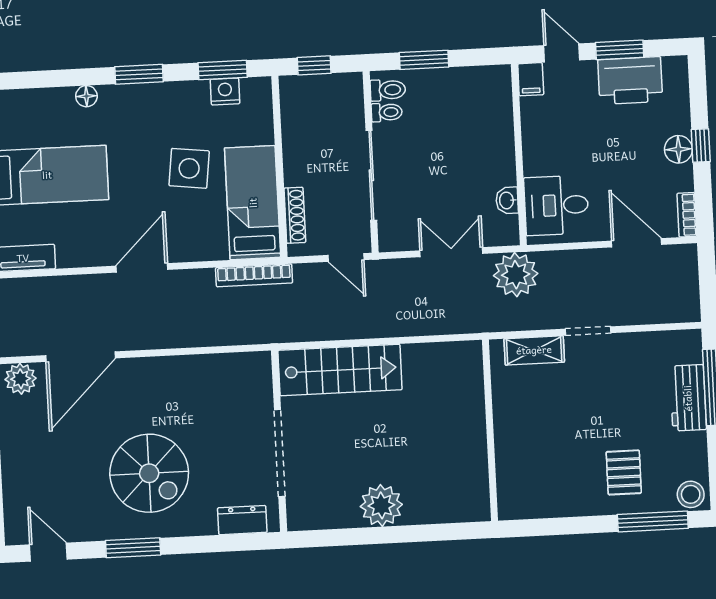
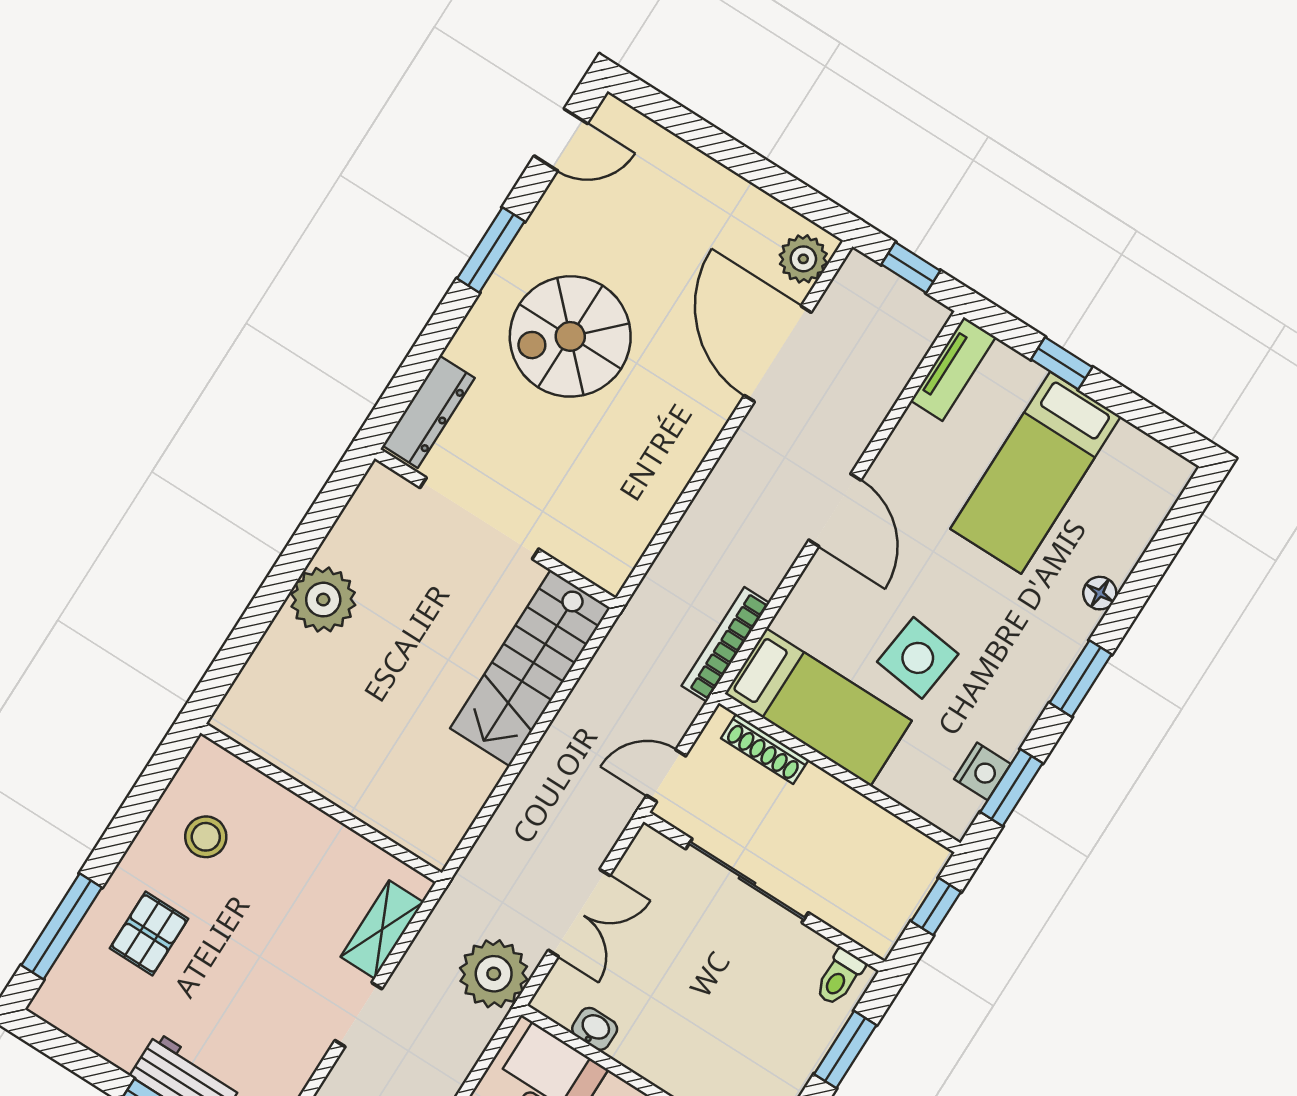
toilet: (387, 112) -> (812, 956), removed
pallet: (624, 472) -> (149, 933), turned 90
stool: (691, 494) -> (206, 837), moved
dresser: (242, 520) -> (429, 412), width x1.44

